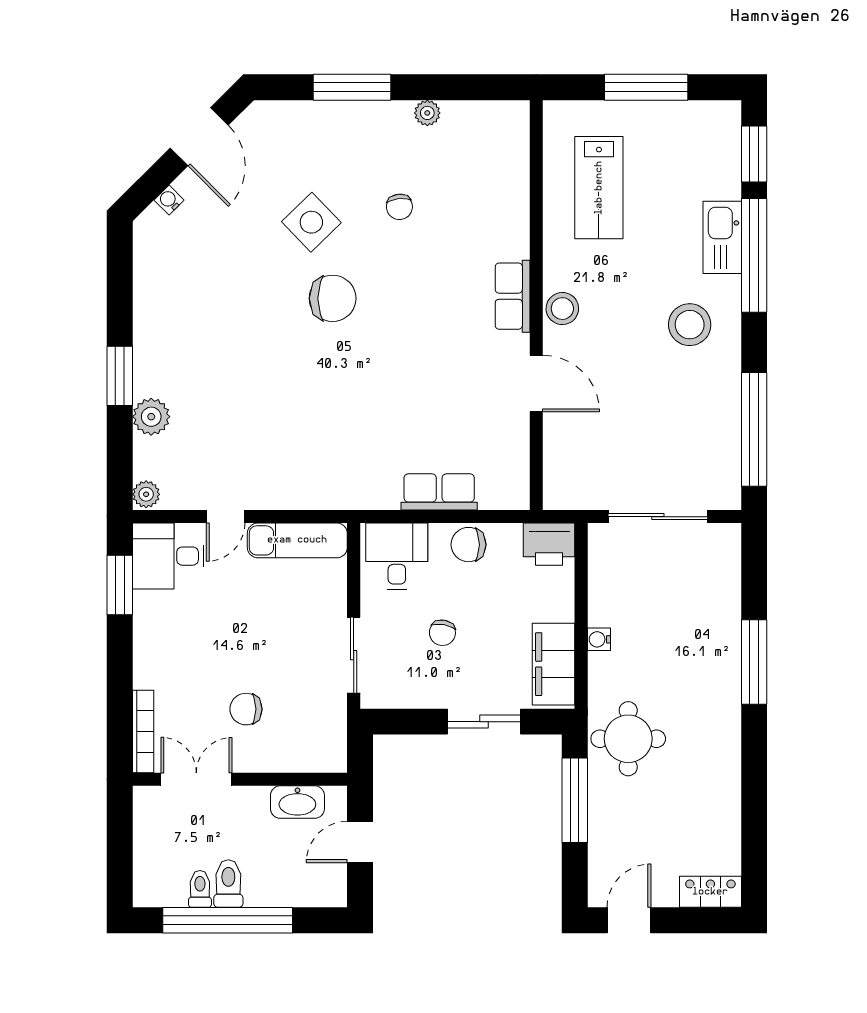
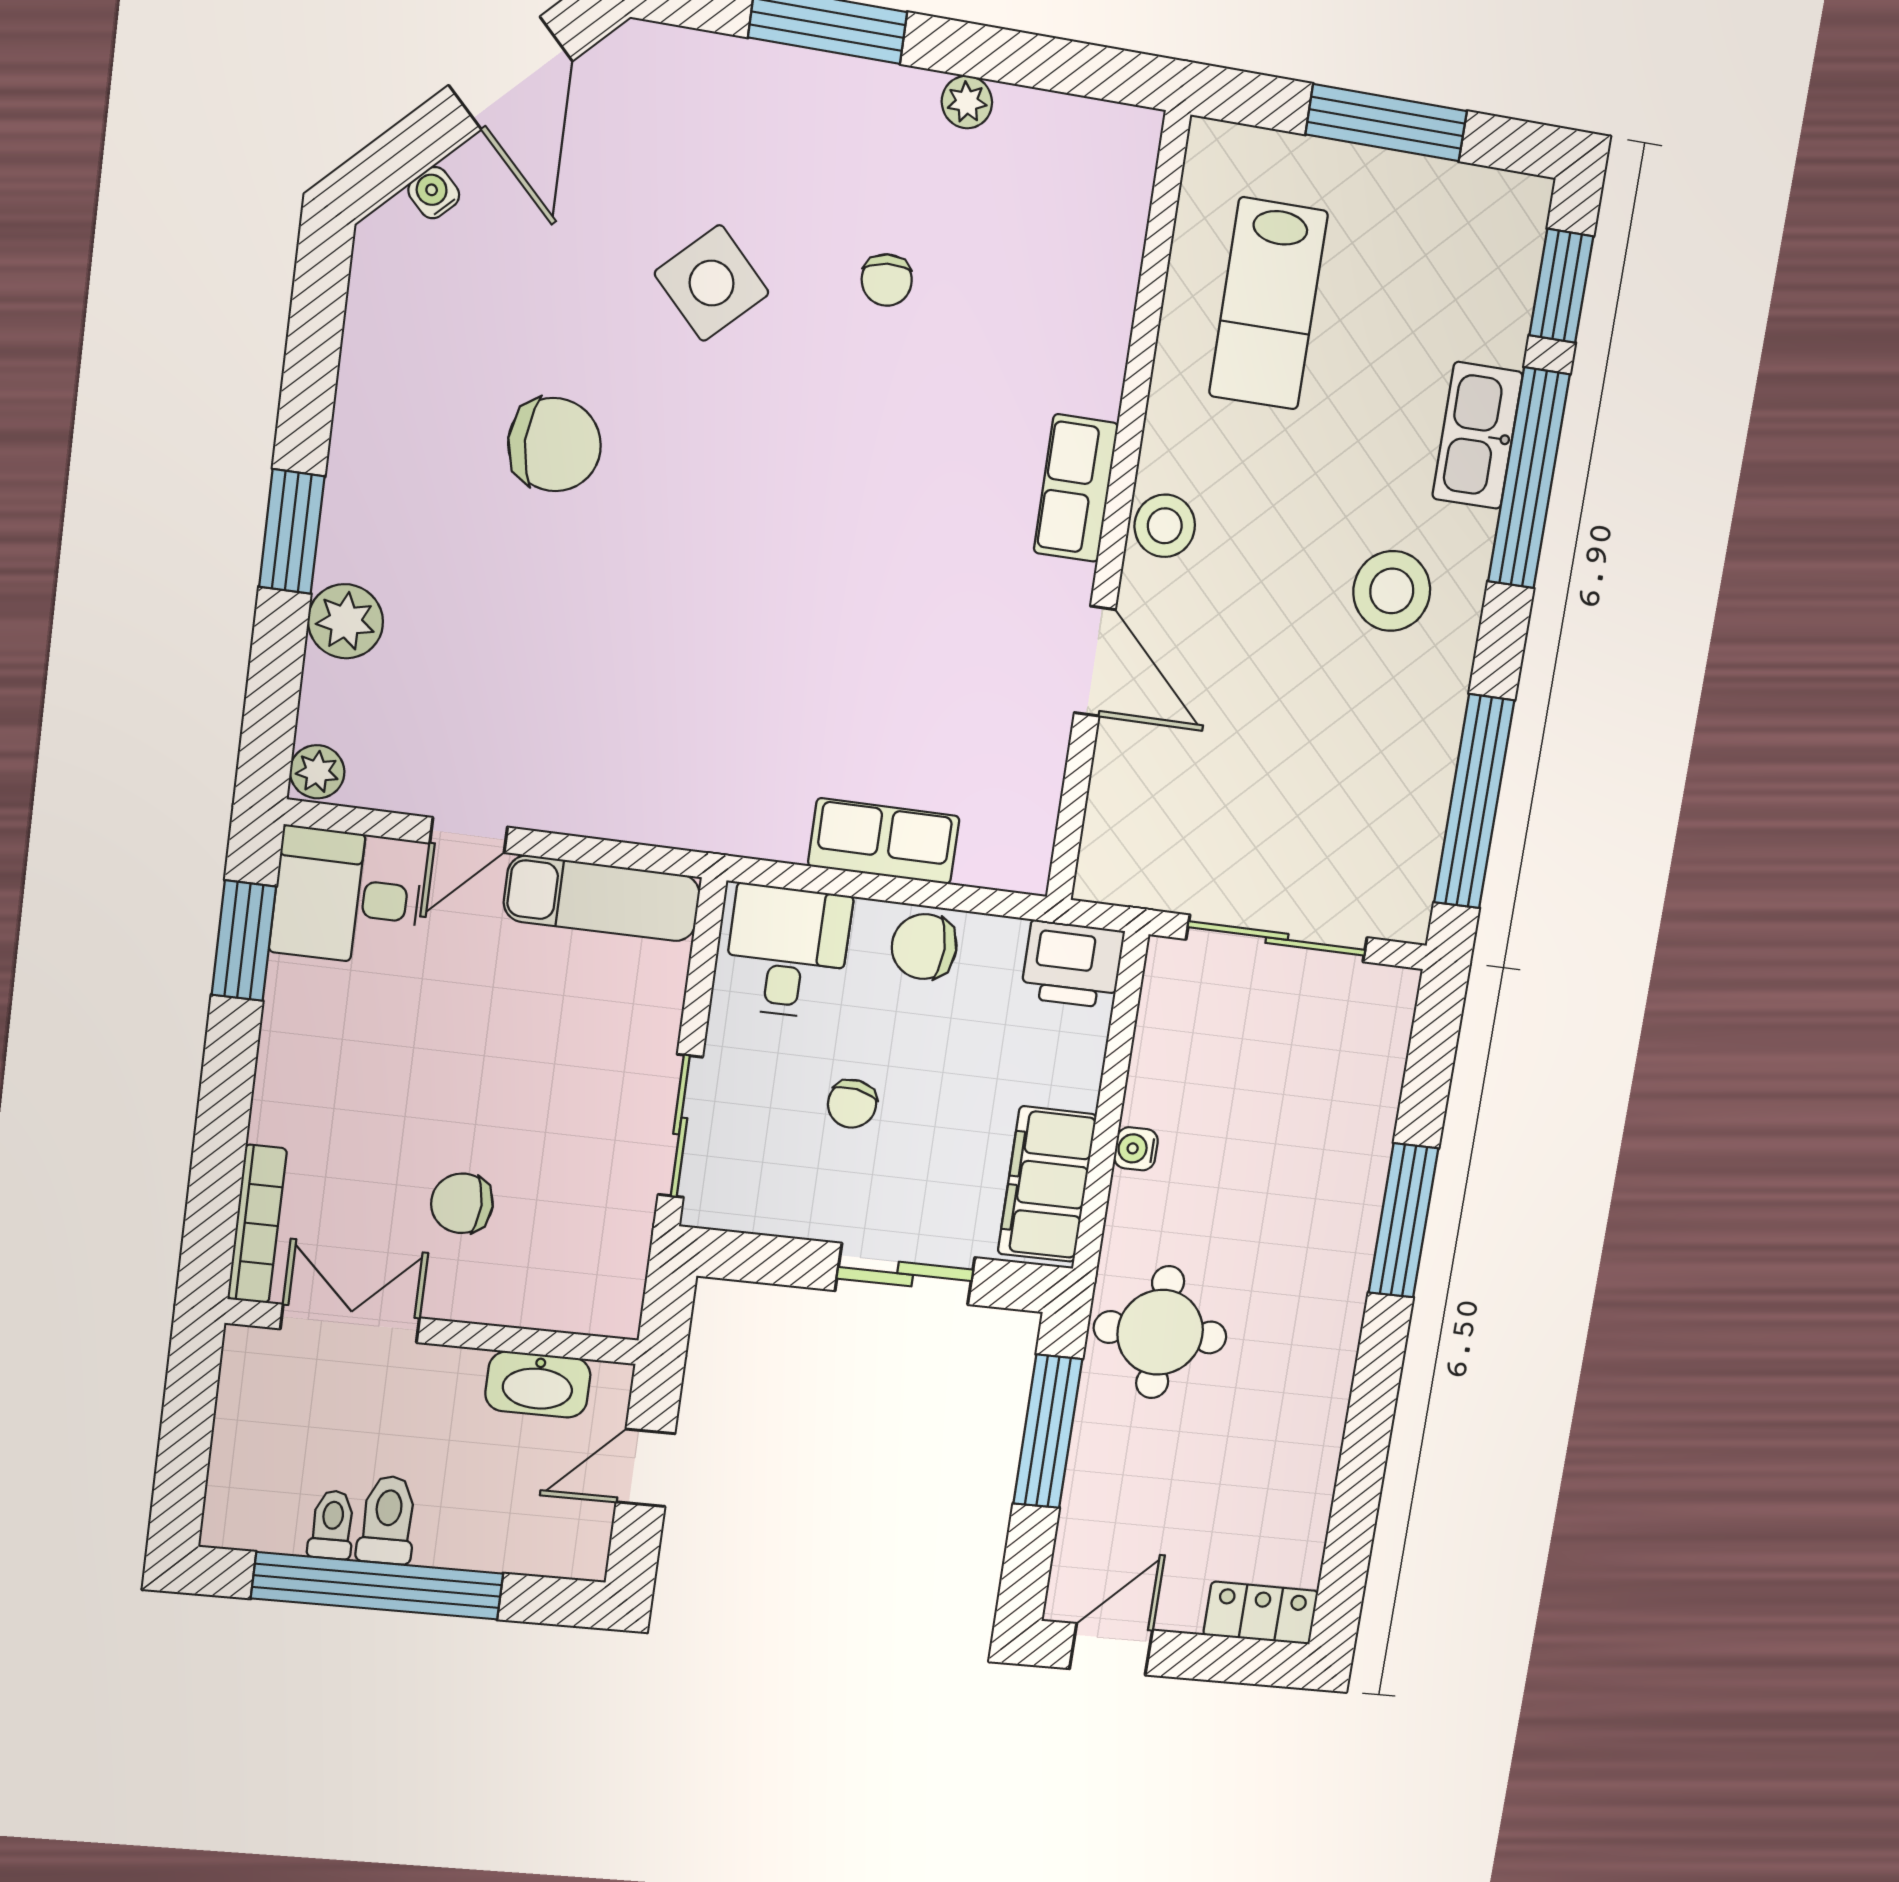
chair: (333, 298) -> (554, 445), moved

